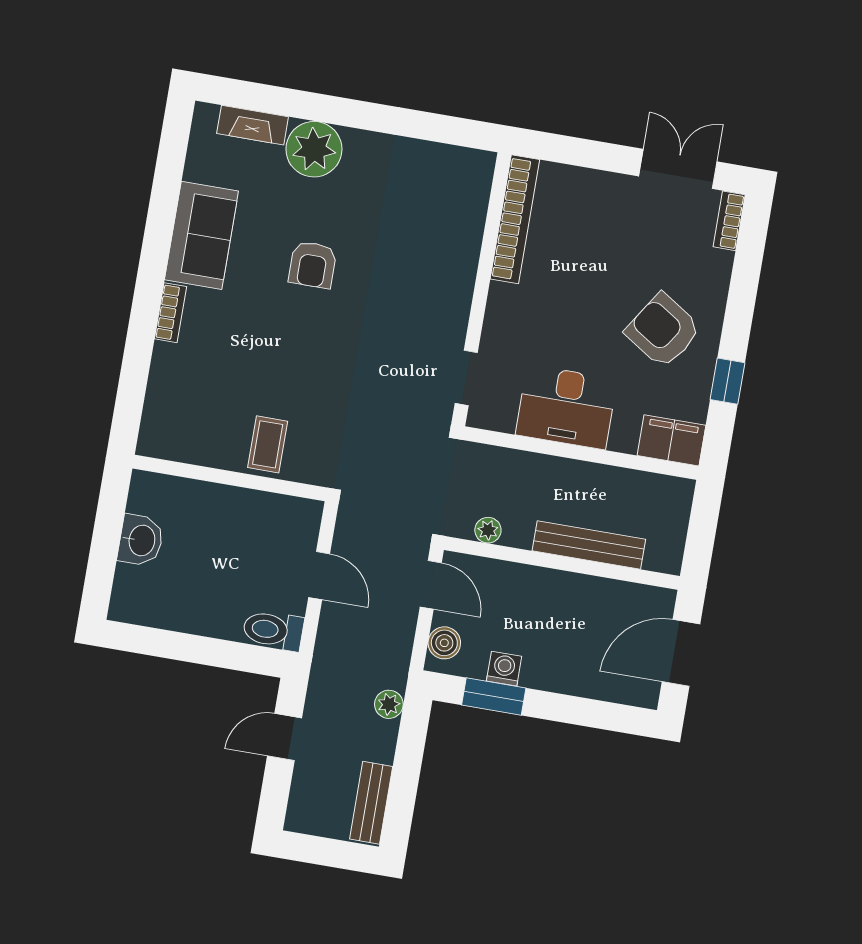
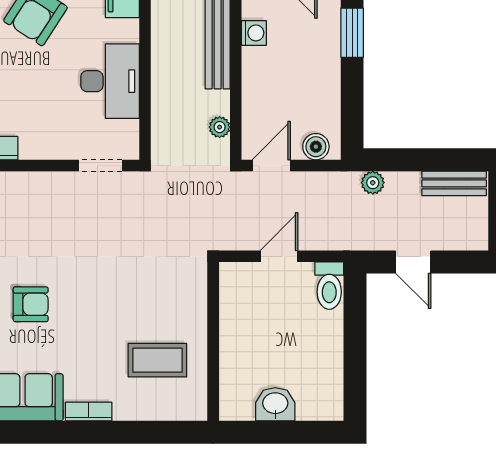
coffee table: (268, 444) -> (157, 360), moved, width x1.36, depth x1.30
washing machine: (504, 669) -> (254, 33), moved, turned 180
window: (494, 697) -> (352, 33), moved

